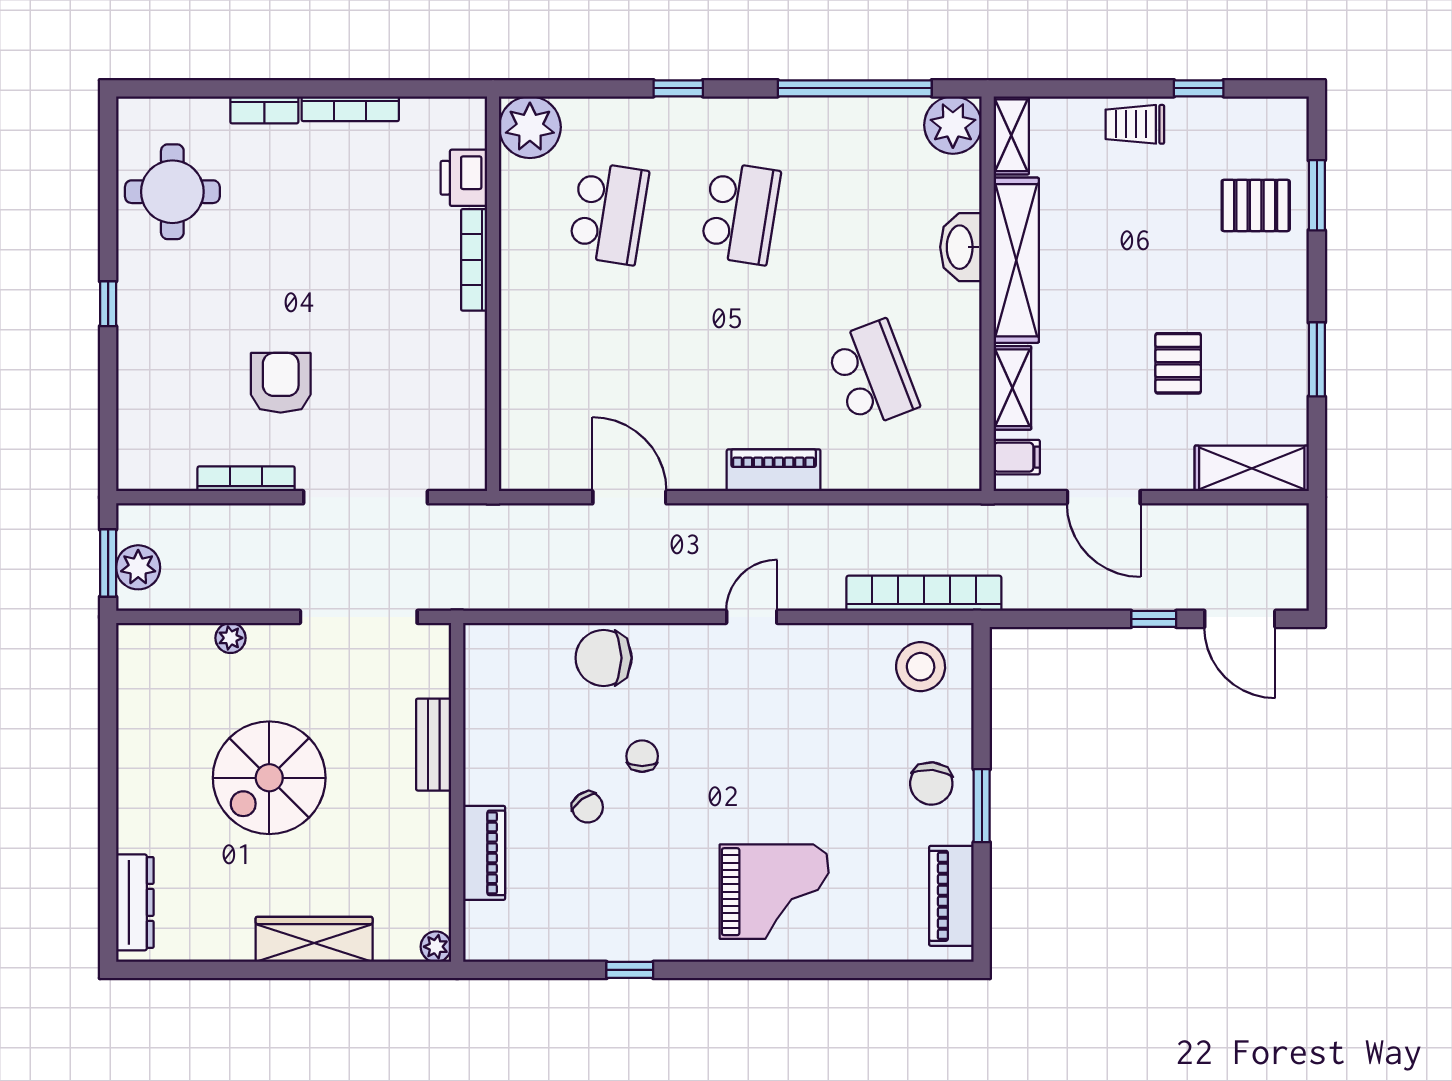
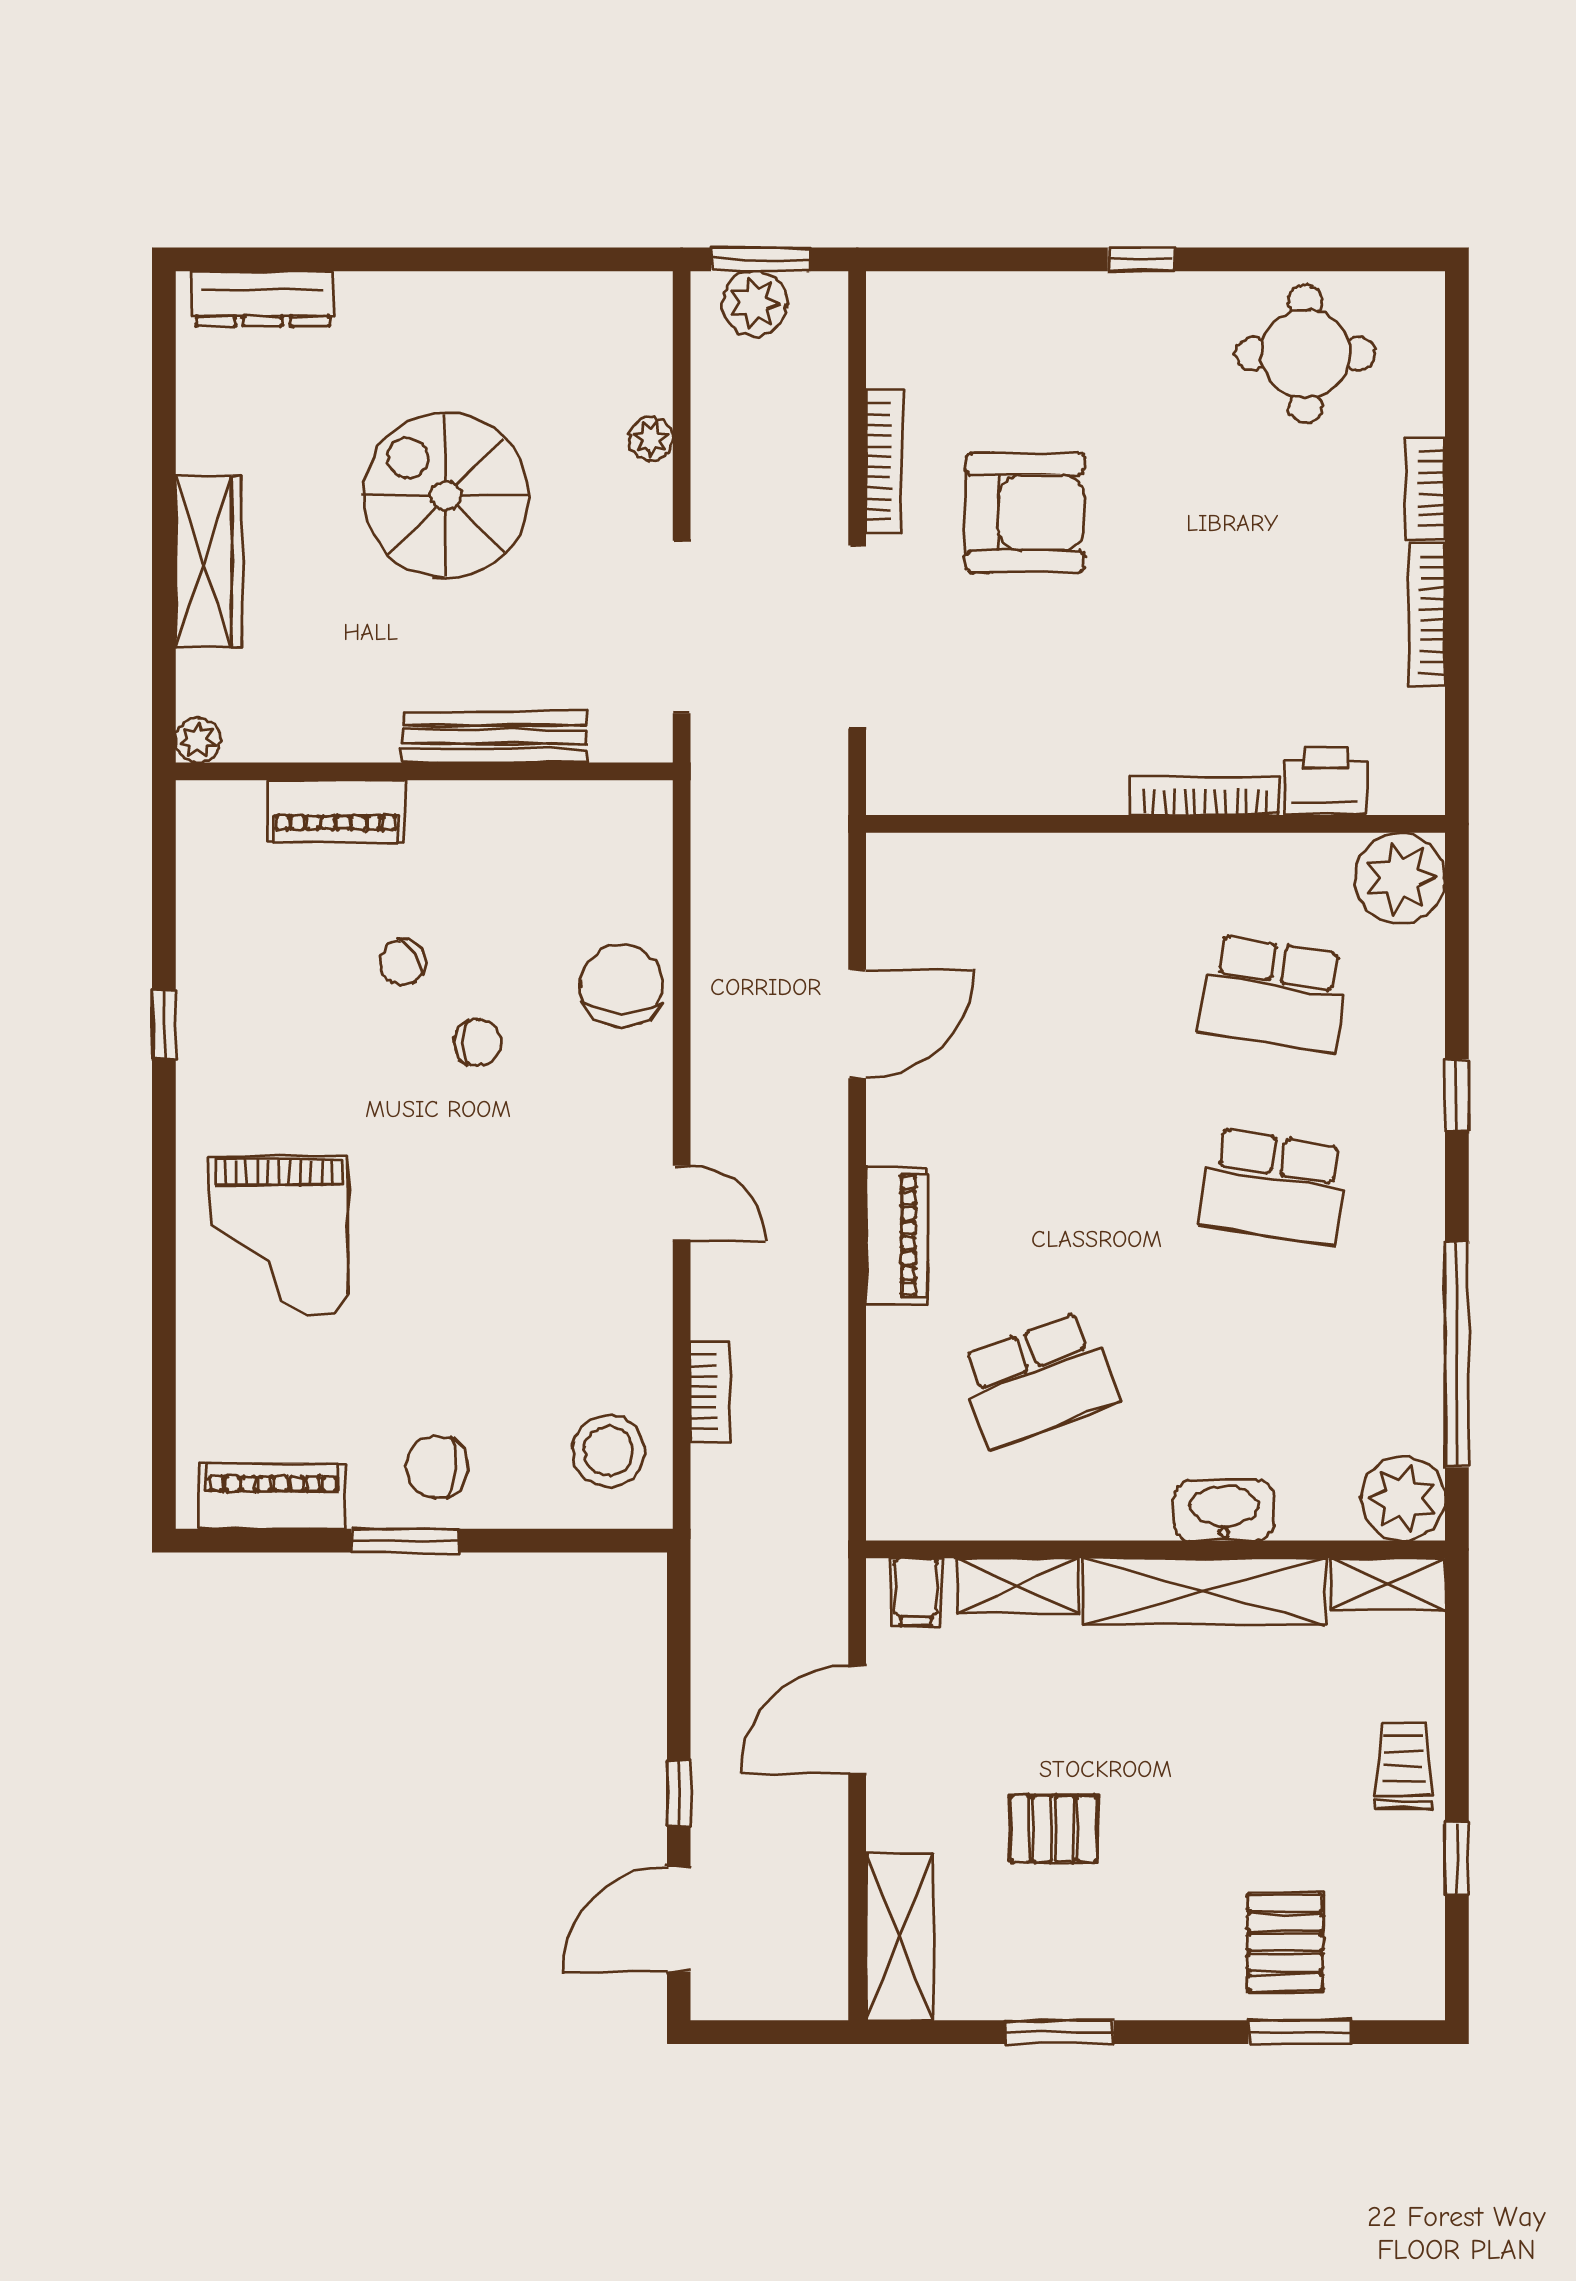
armchair: (281, 383) -> (1025, 513), width x1.36, depth x1.36
bookcase: (924, 593) -> (710, 1391), width x0.43, depth x0.76
bench: (434, 745) -> (494, 737), width x1.36

